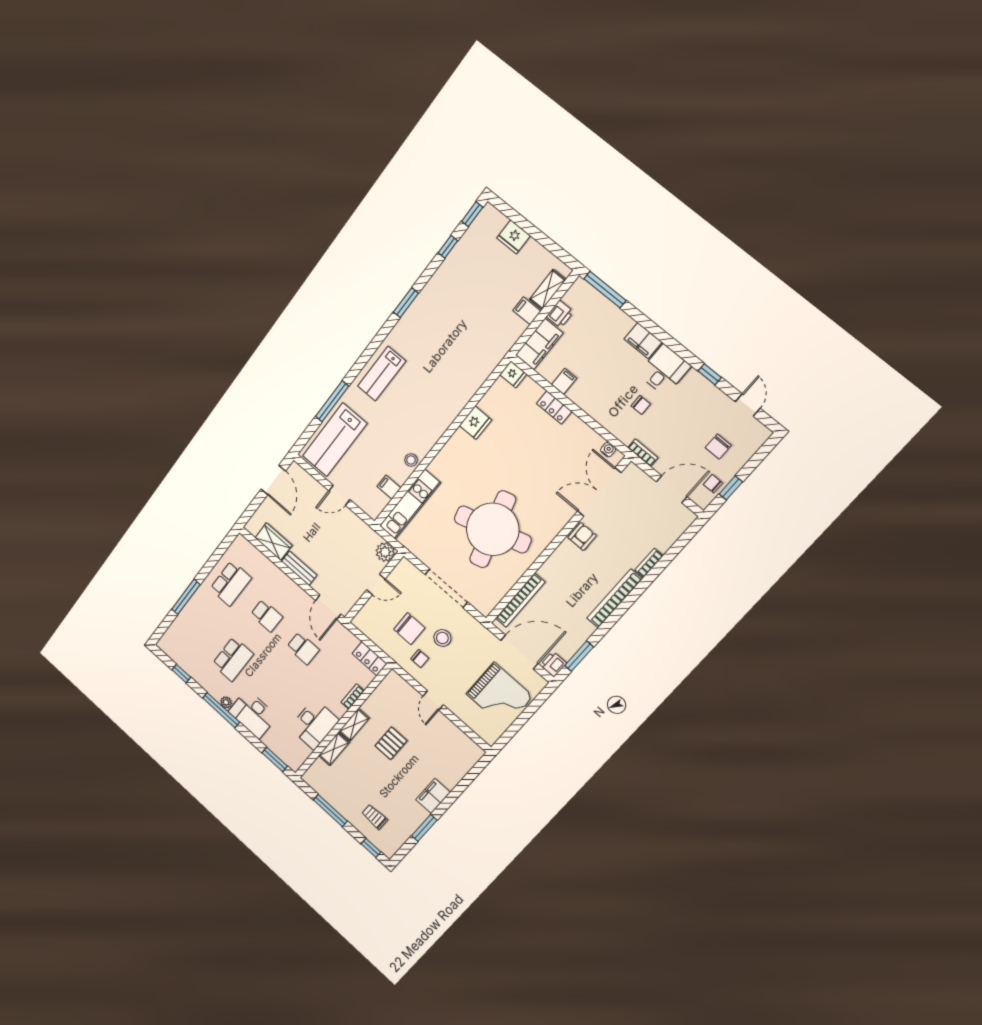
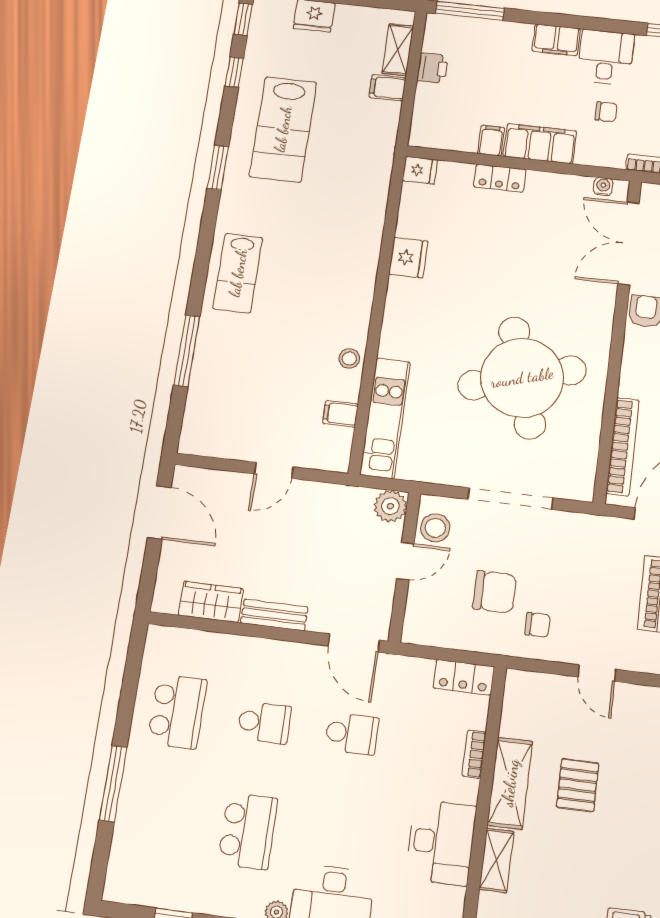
filing cabinet: (539, 344) -> (540, 144), moved, turned -90
lab bench: (335, 440) -> (283, 129), moved
stool: (442, 638) -> (435, 528), moved
shelving: (354, 725) -> (510, 783), width x1.50, depth x1.33

